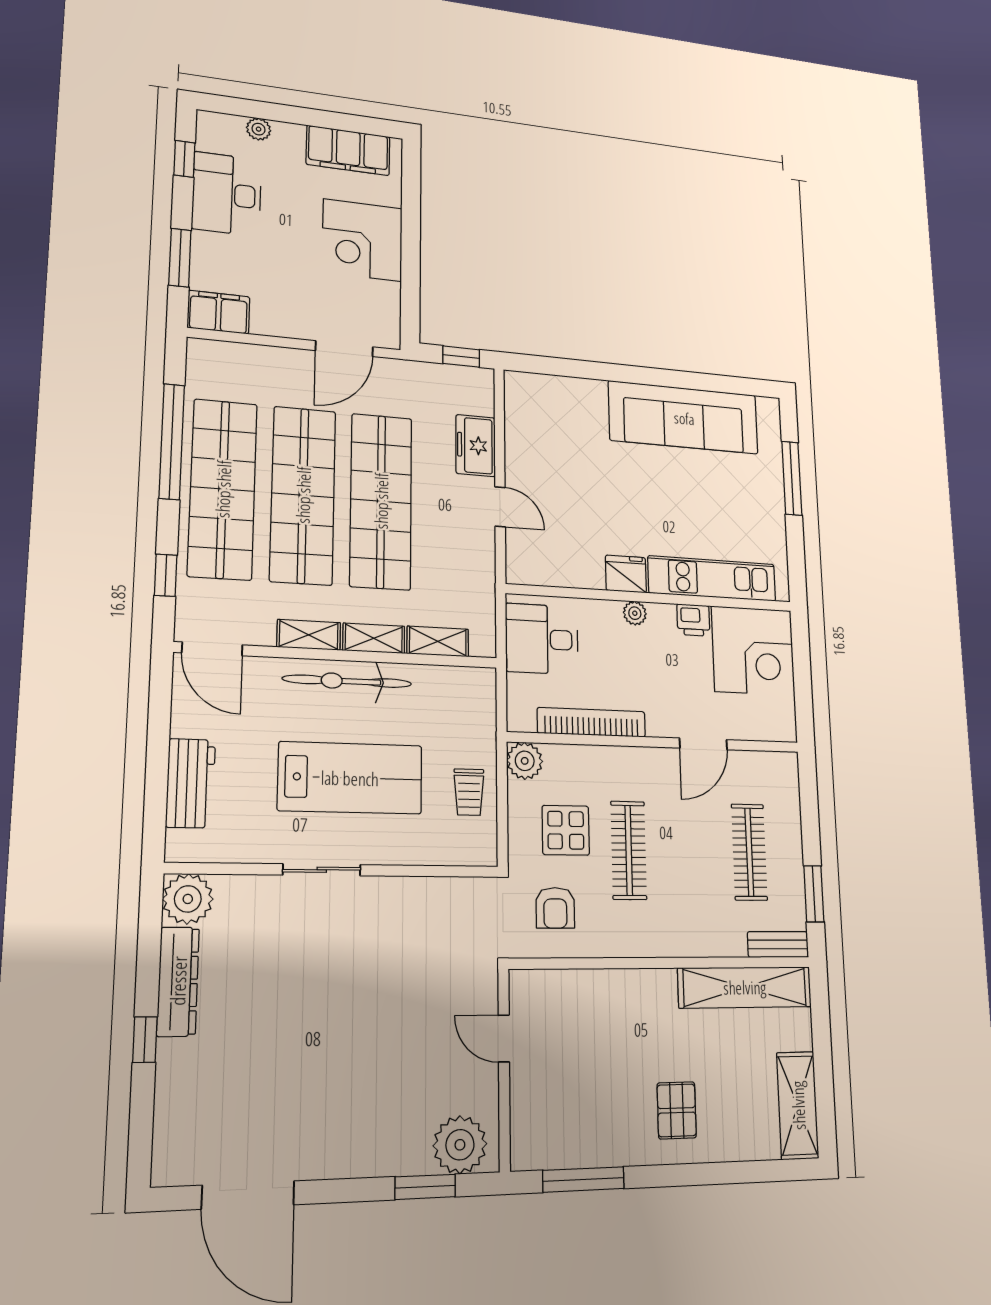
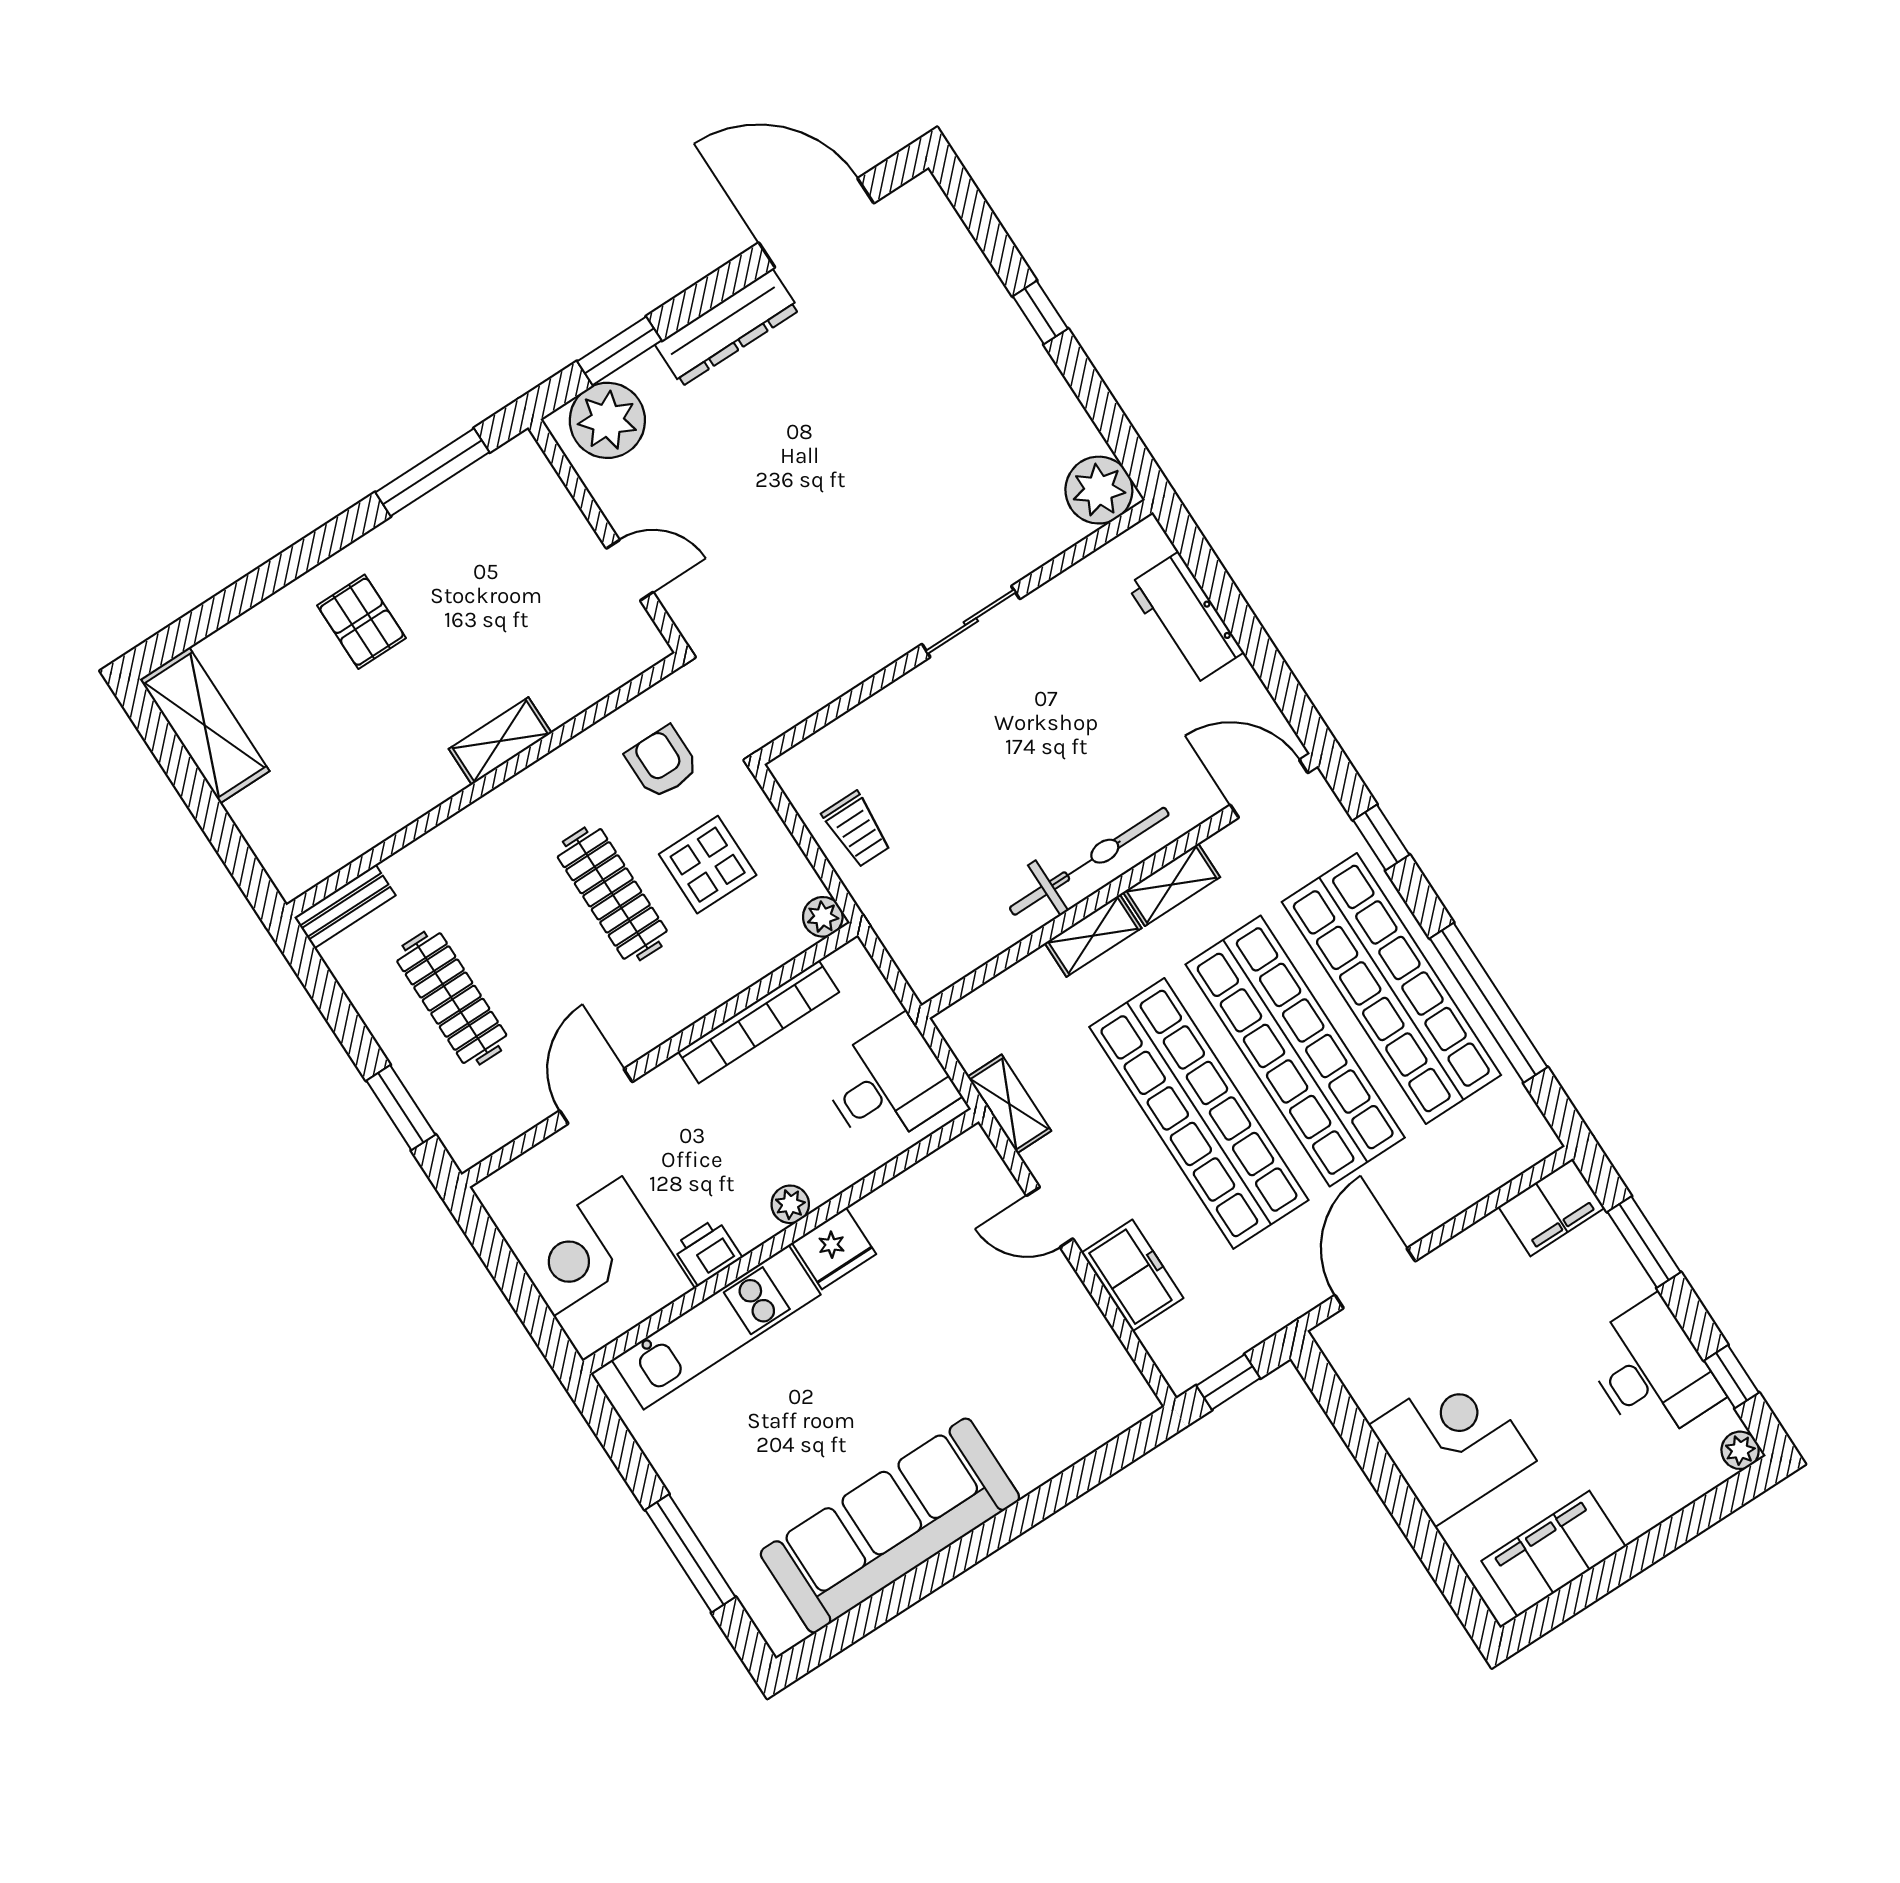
plant: (259, 129) -> (1740, 1450), moved
shelving: (438, 641) -> (1009, 1104), moved, turned 90
plant: (525, 761) -> (823, 917), width x0.73, depth x0.73
lab bench: (350, 778) -> (1009, 749), removed
trolley: (469, 792) -> (857, 829), turned 180
window: (814, 894) -> (401, 1108), moved
dresser: (178, 981) -> (727, 328), moved, turned -90
shelving: (745, 987) -> (500, 741), moved, width x0.45, depth x0.75

